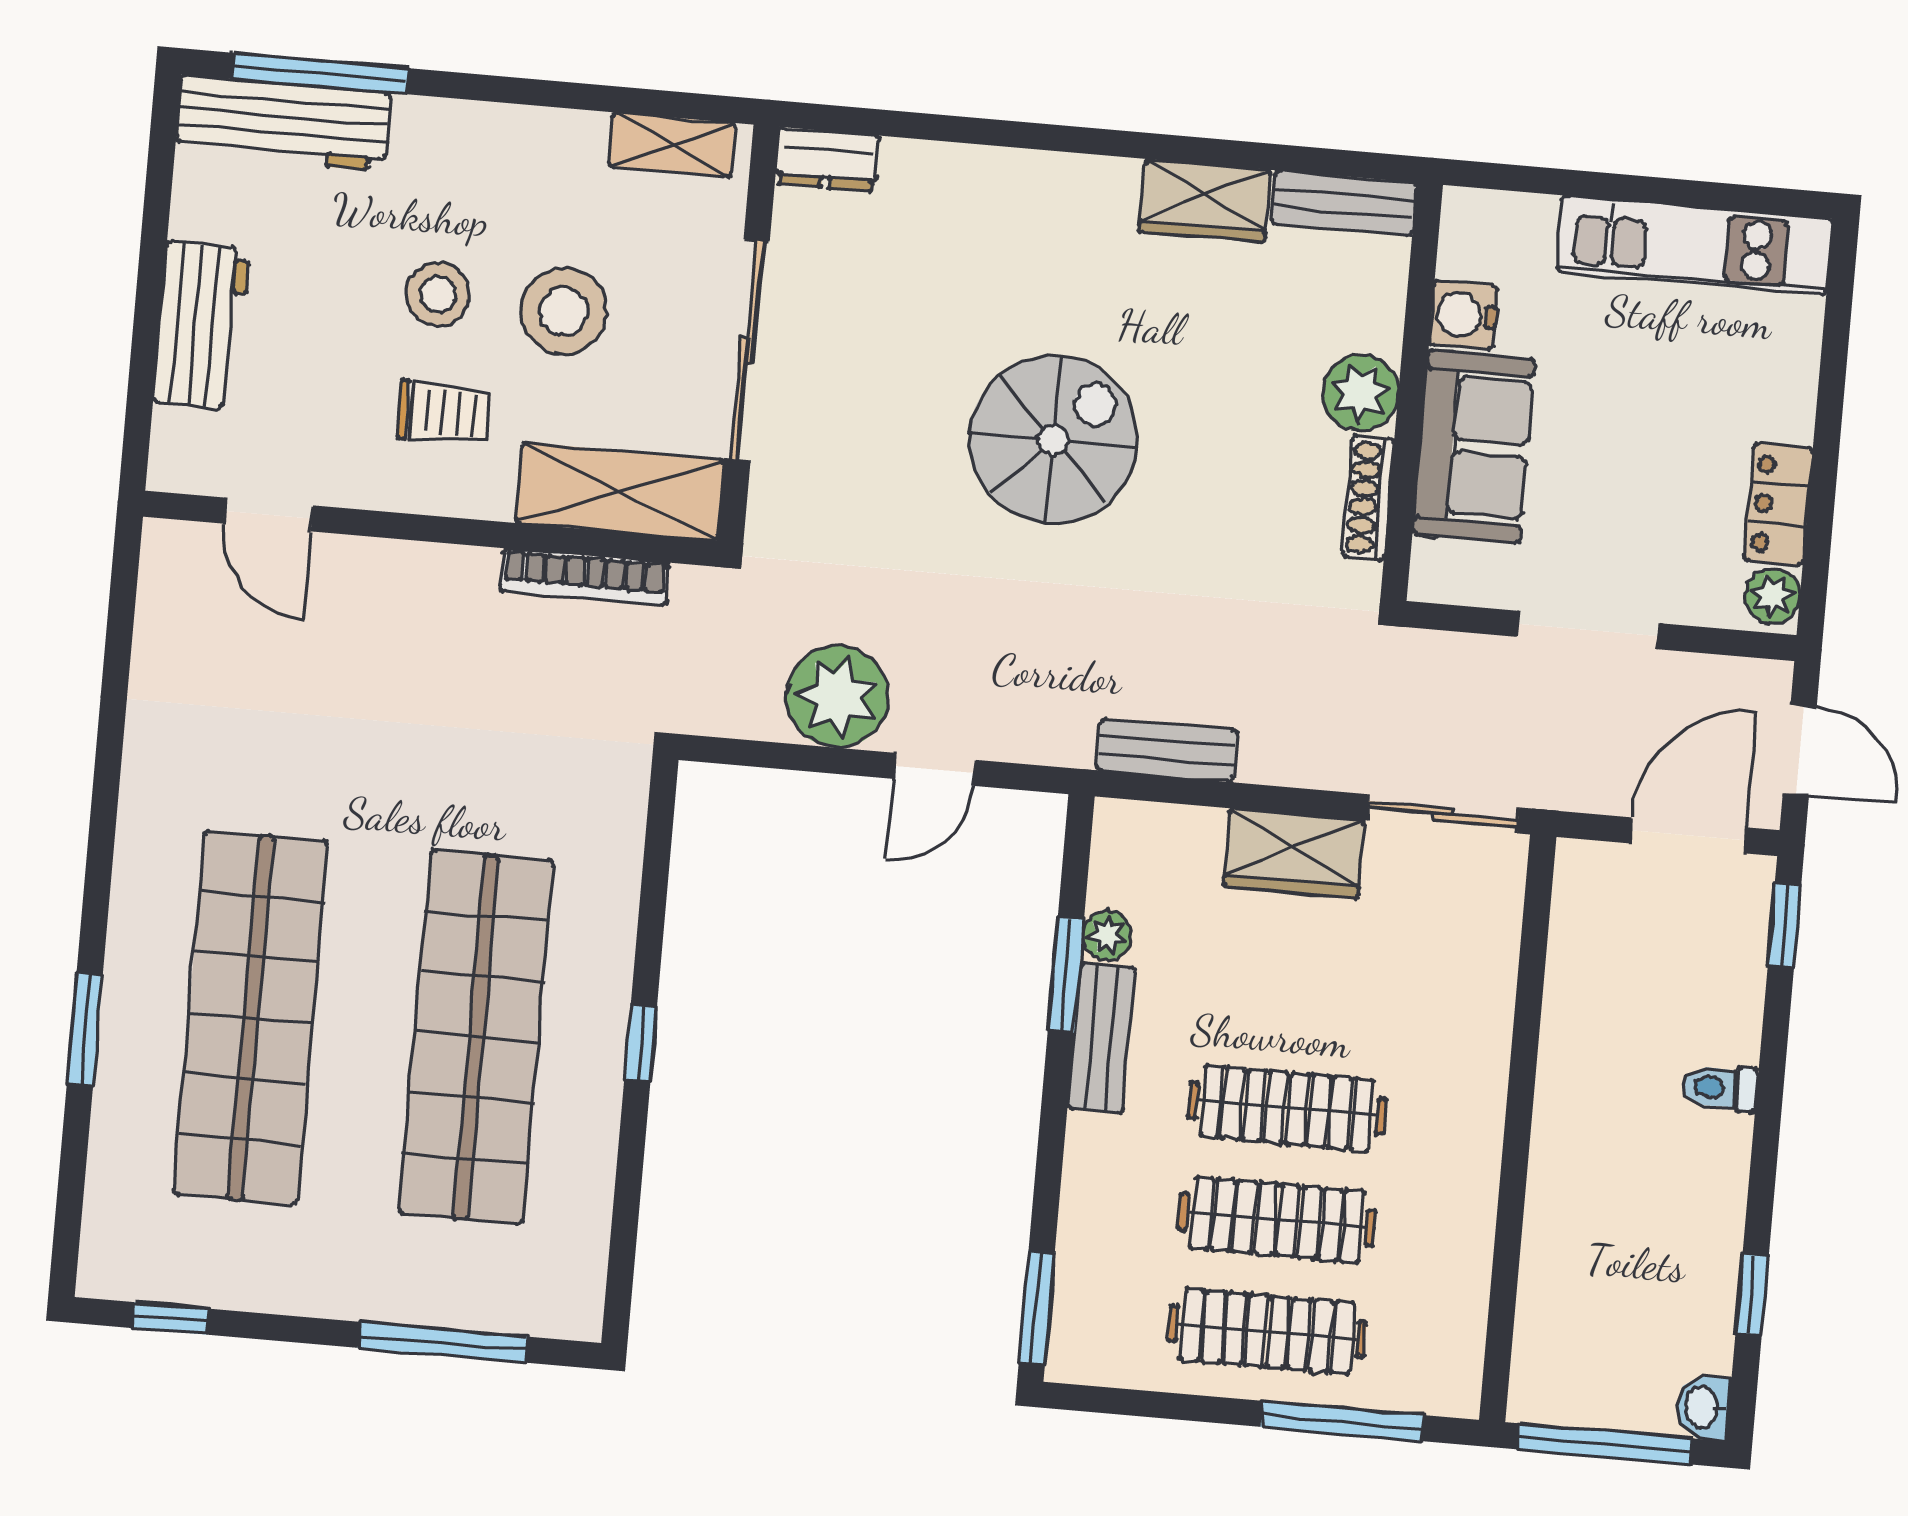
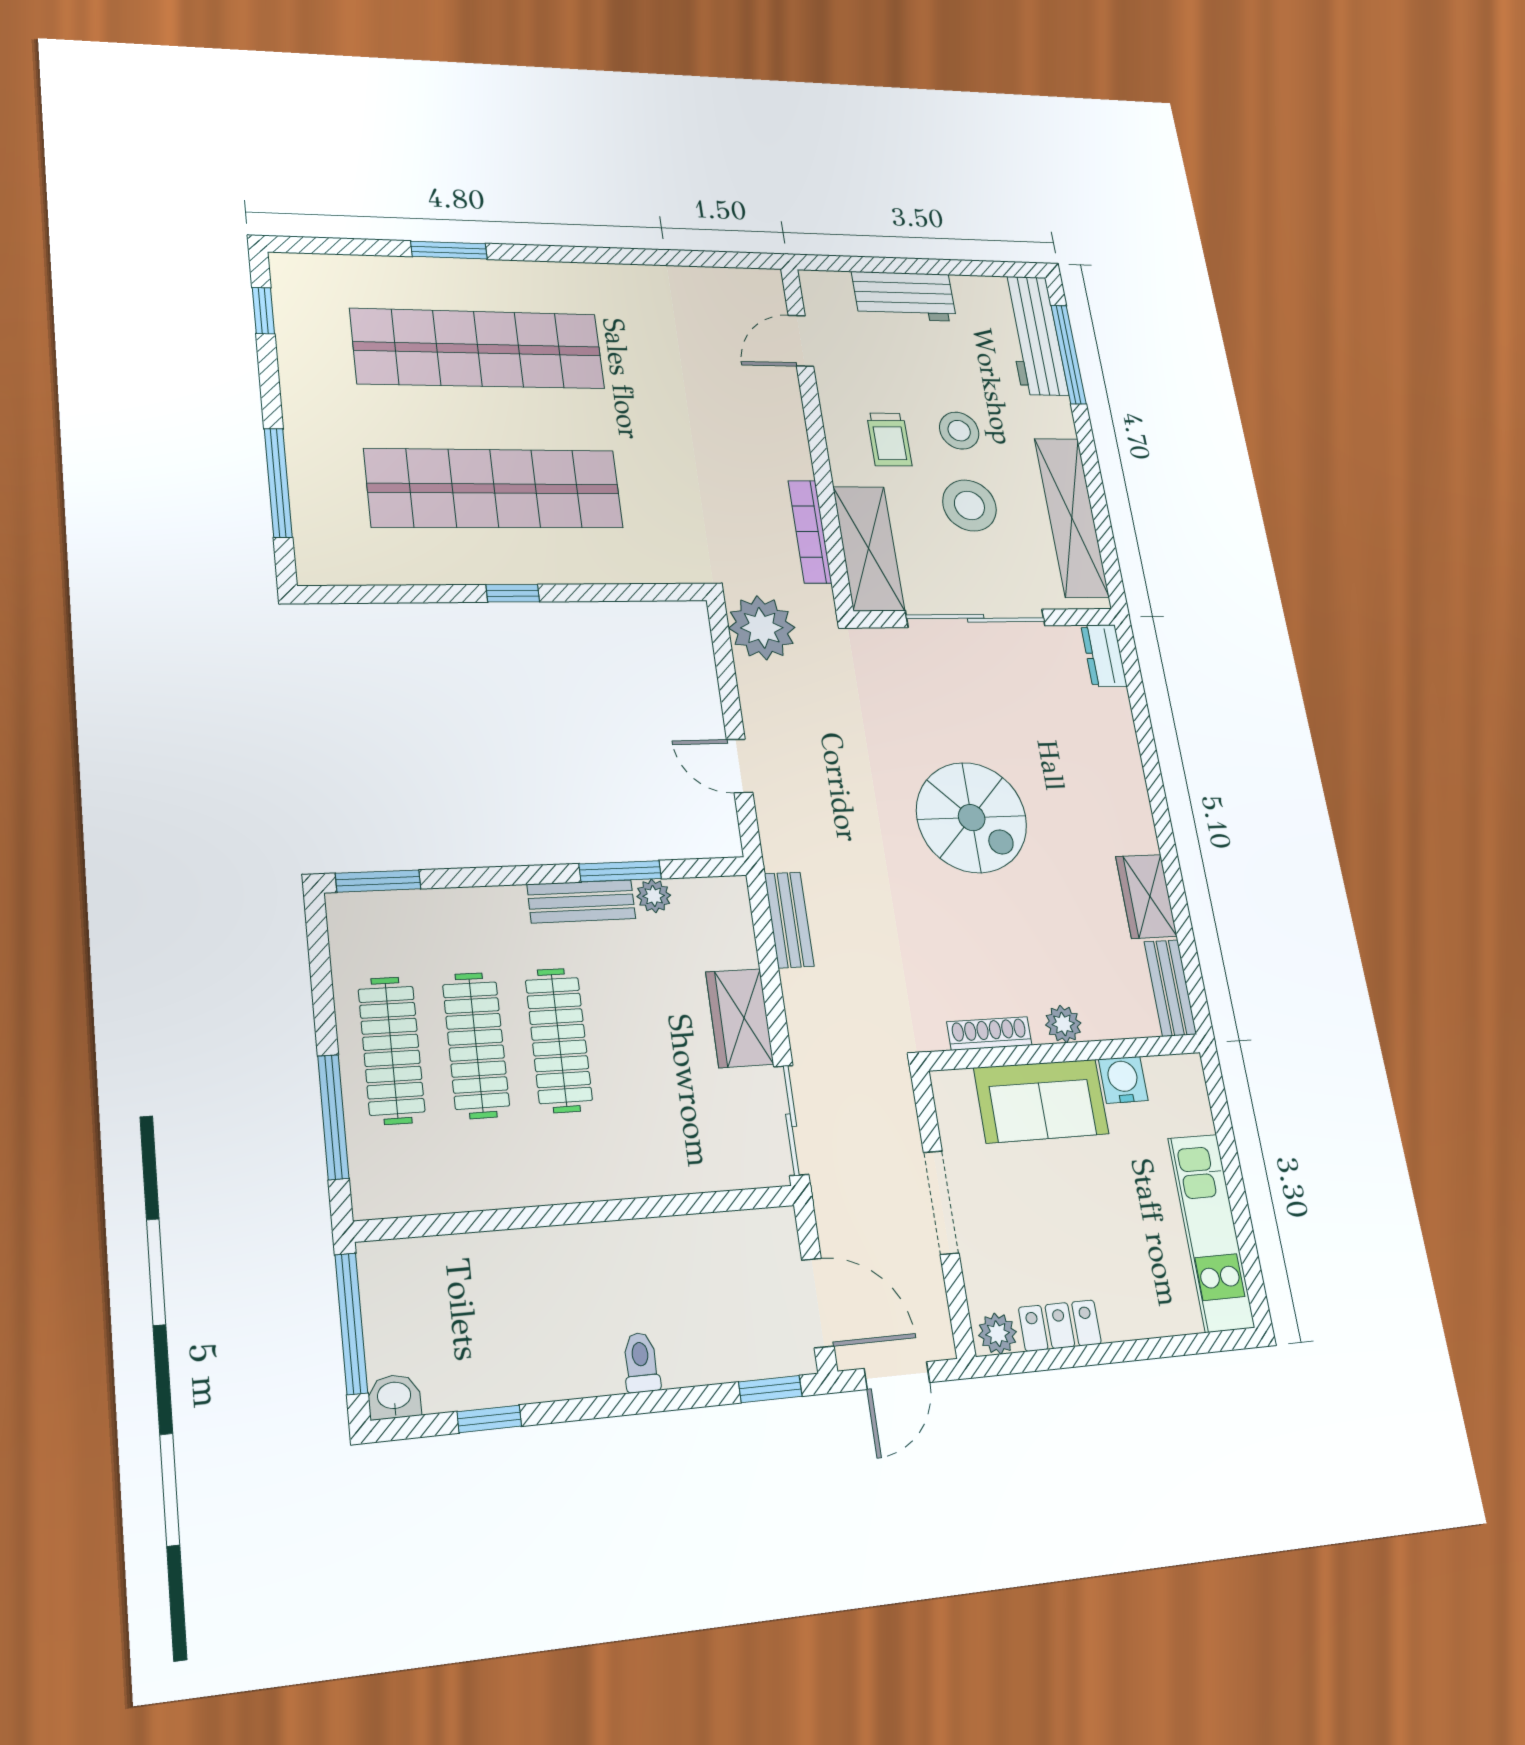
shelving: (671, 145) -> (1072, 517), width x2.20, depth x1.33
plant: (1360, 393) -> (1063, 1024), width x0.73, depth x0.73
plant: (838, 697) -> (762, 628), moved

